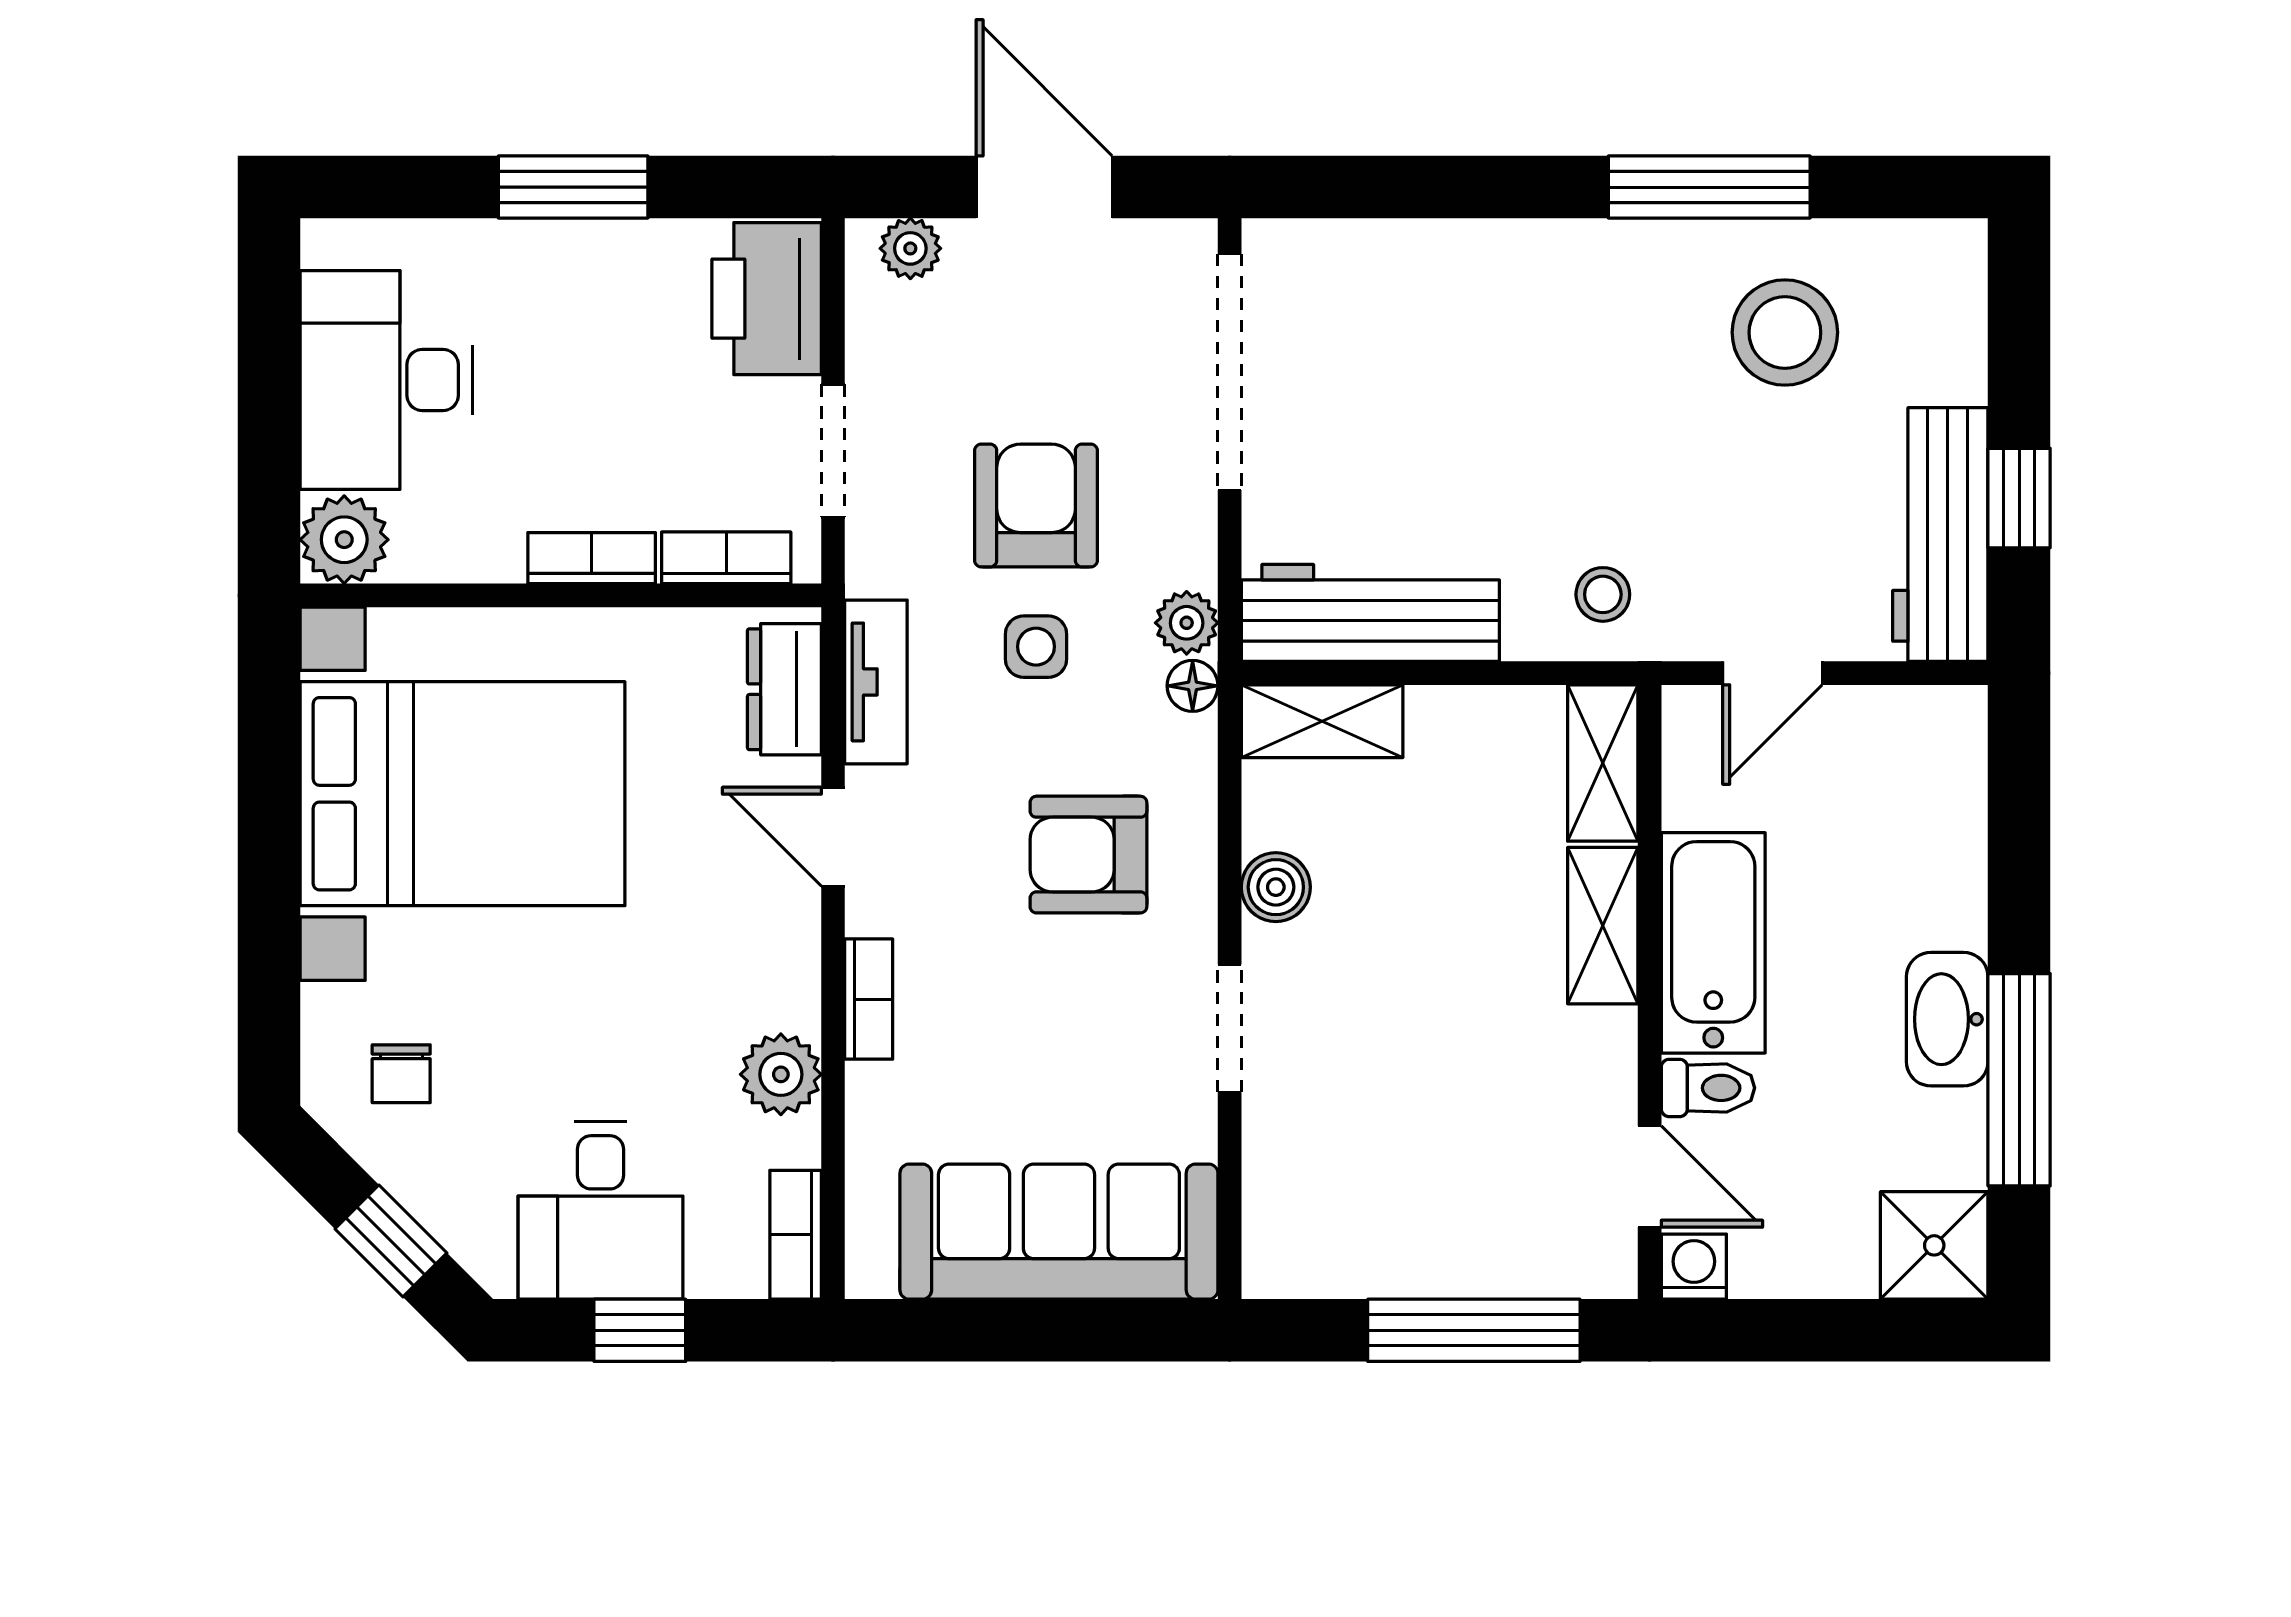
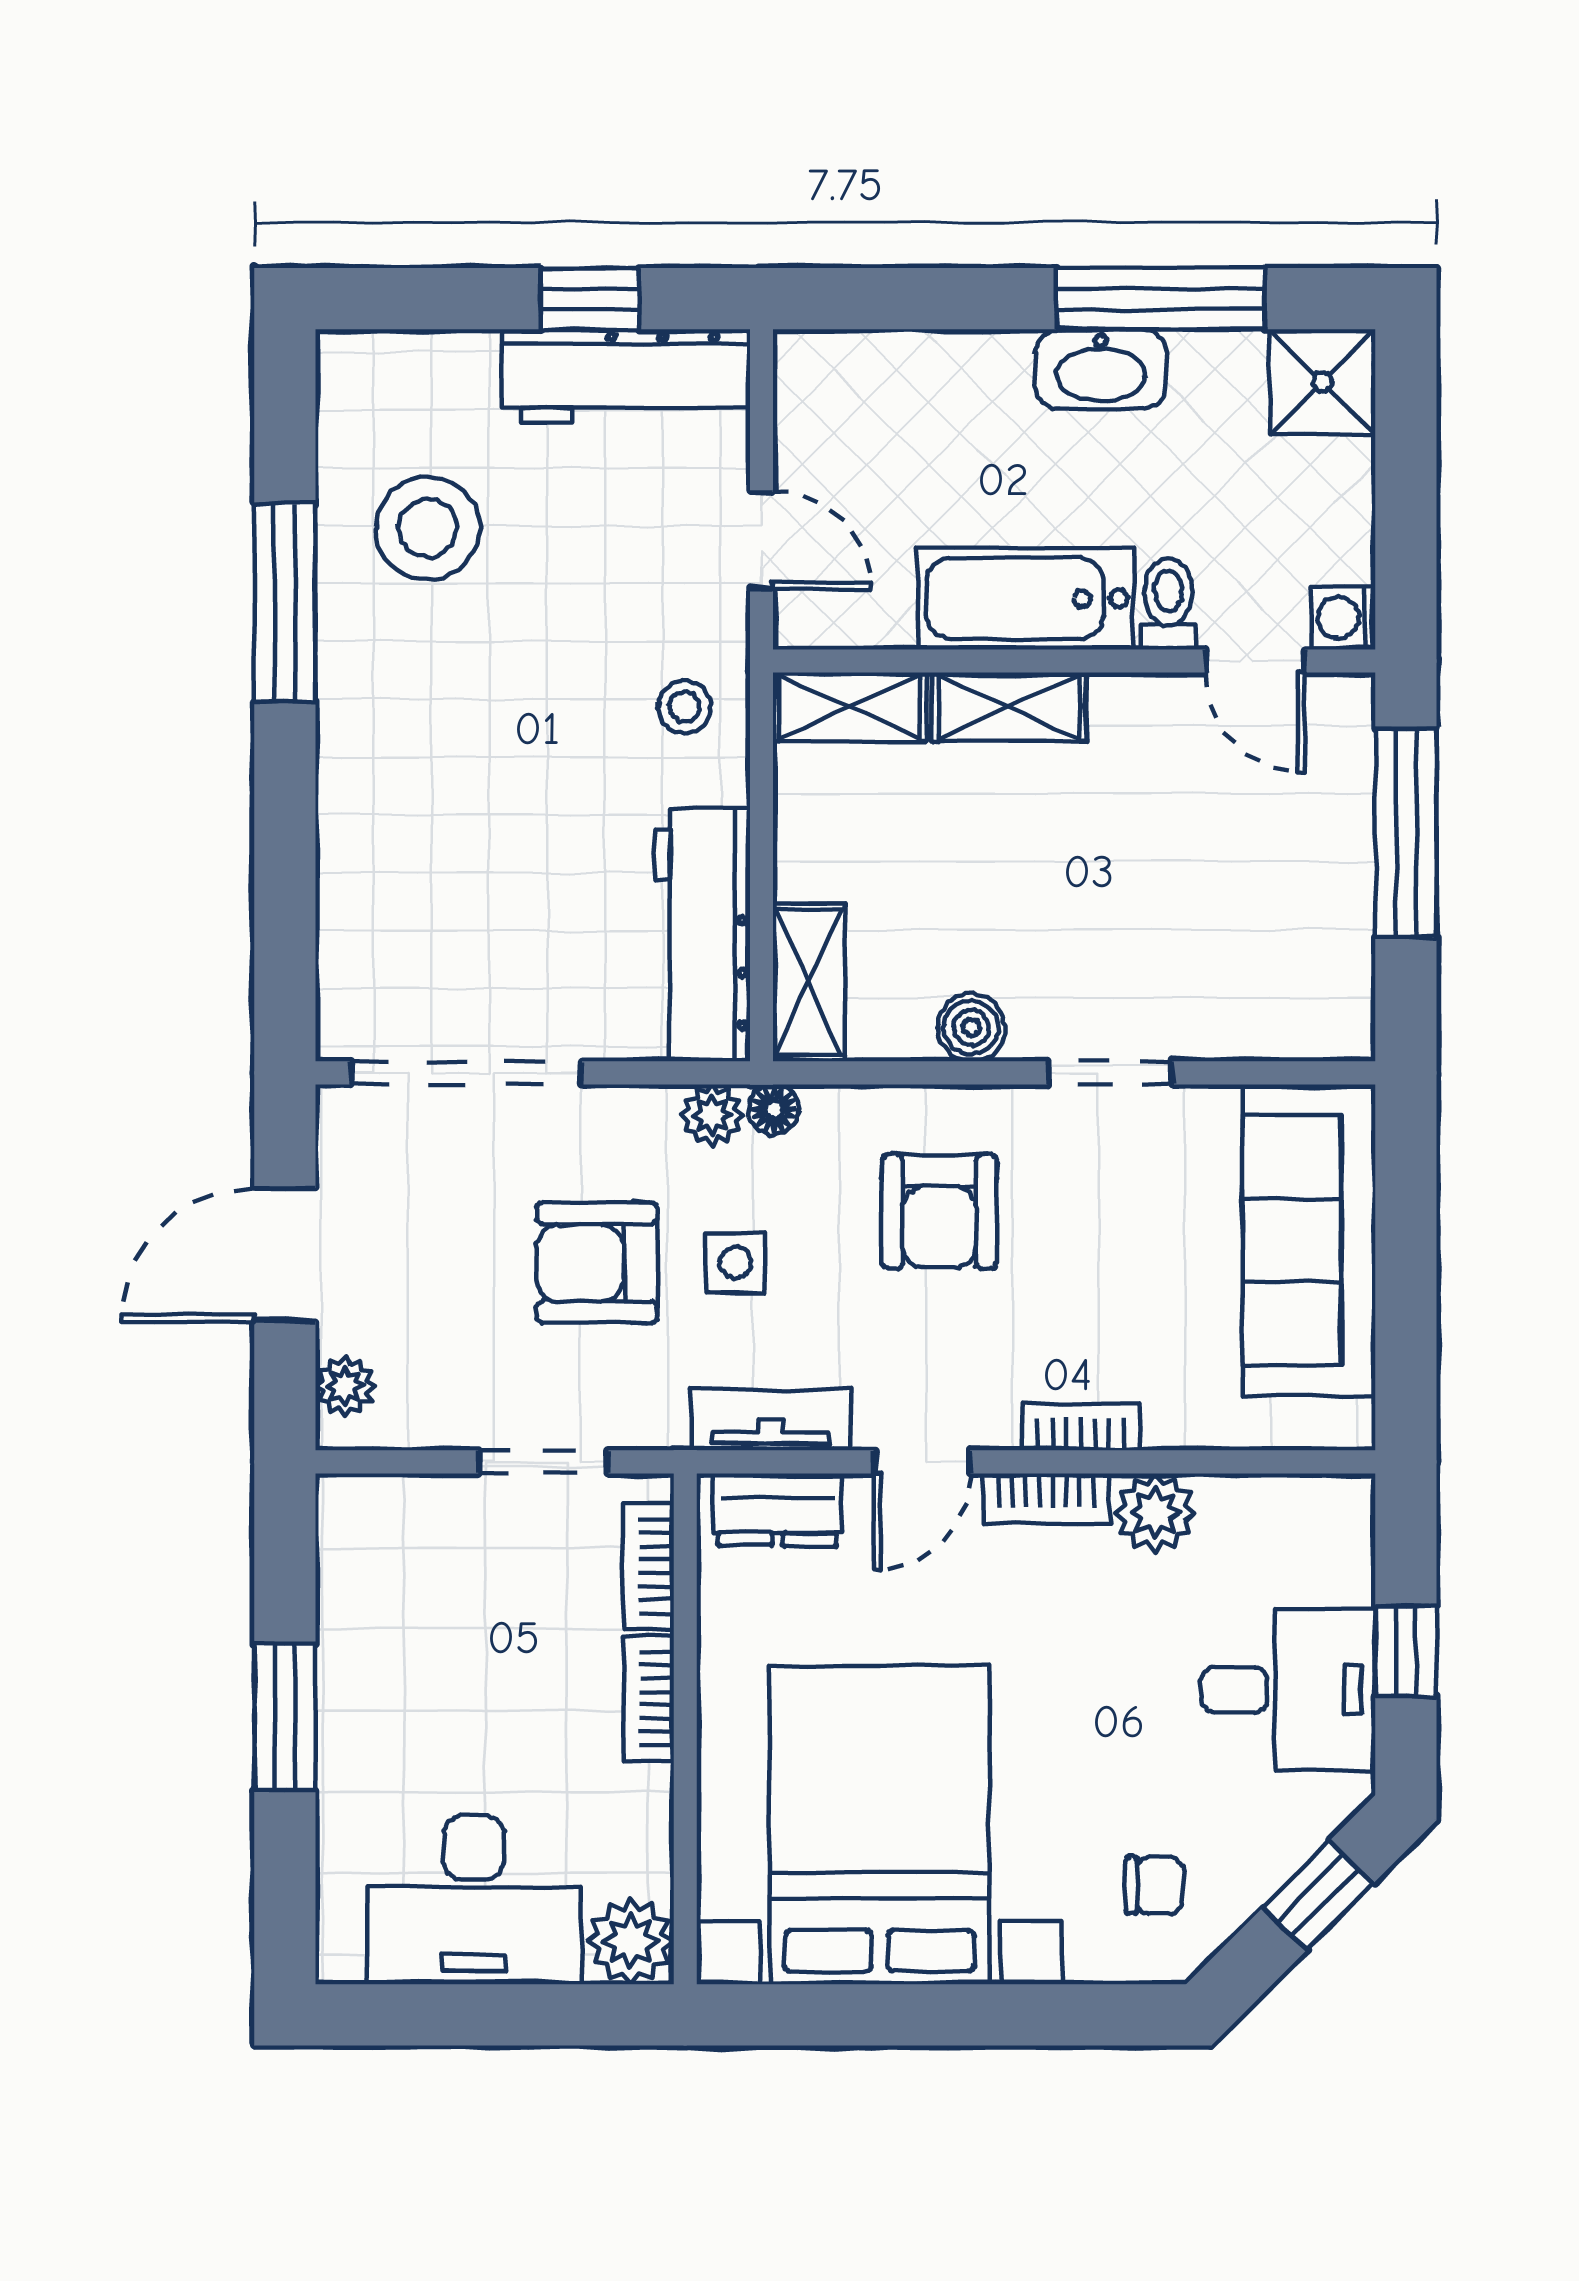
printer: (767, 299) -> (394, 1527), removed
door: (1650, 1177) -> (1255, 661), swing flipped
bookcase: (796, 1235) -> (1046, 1499), moved

